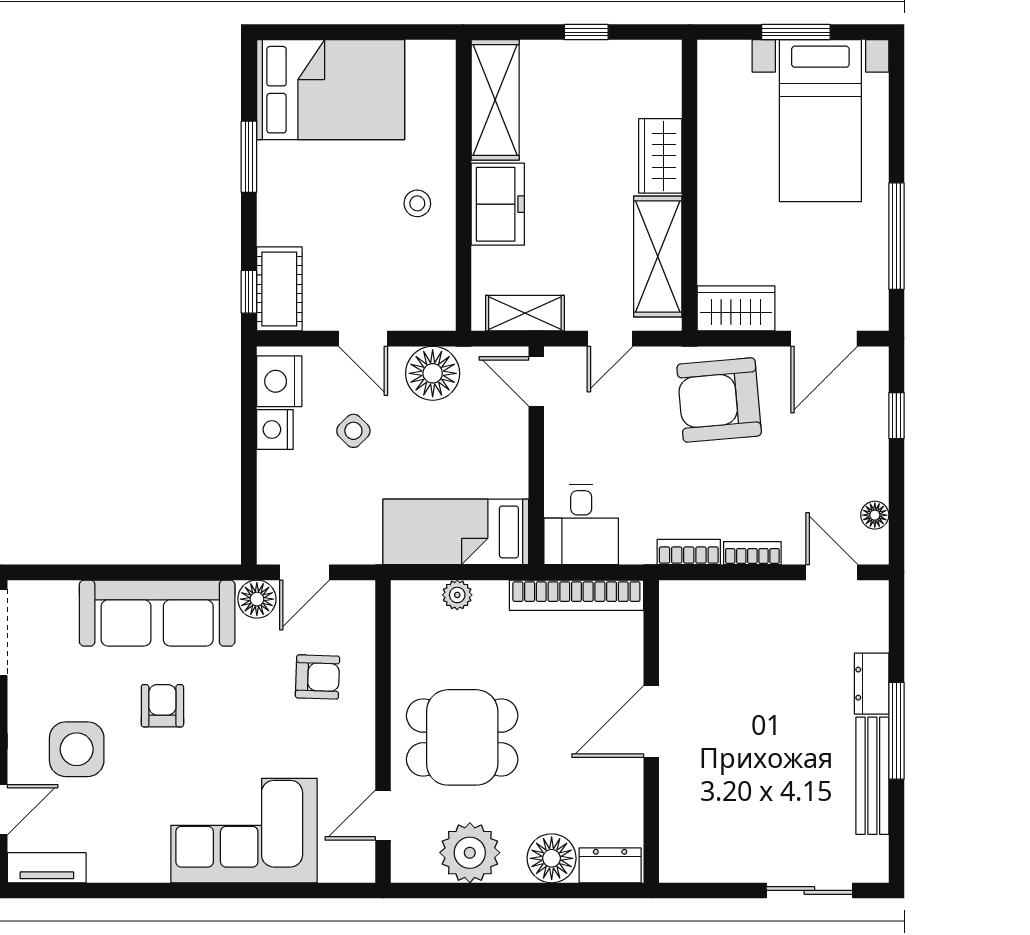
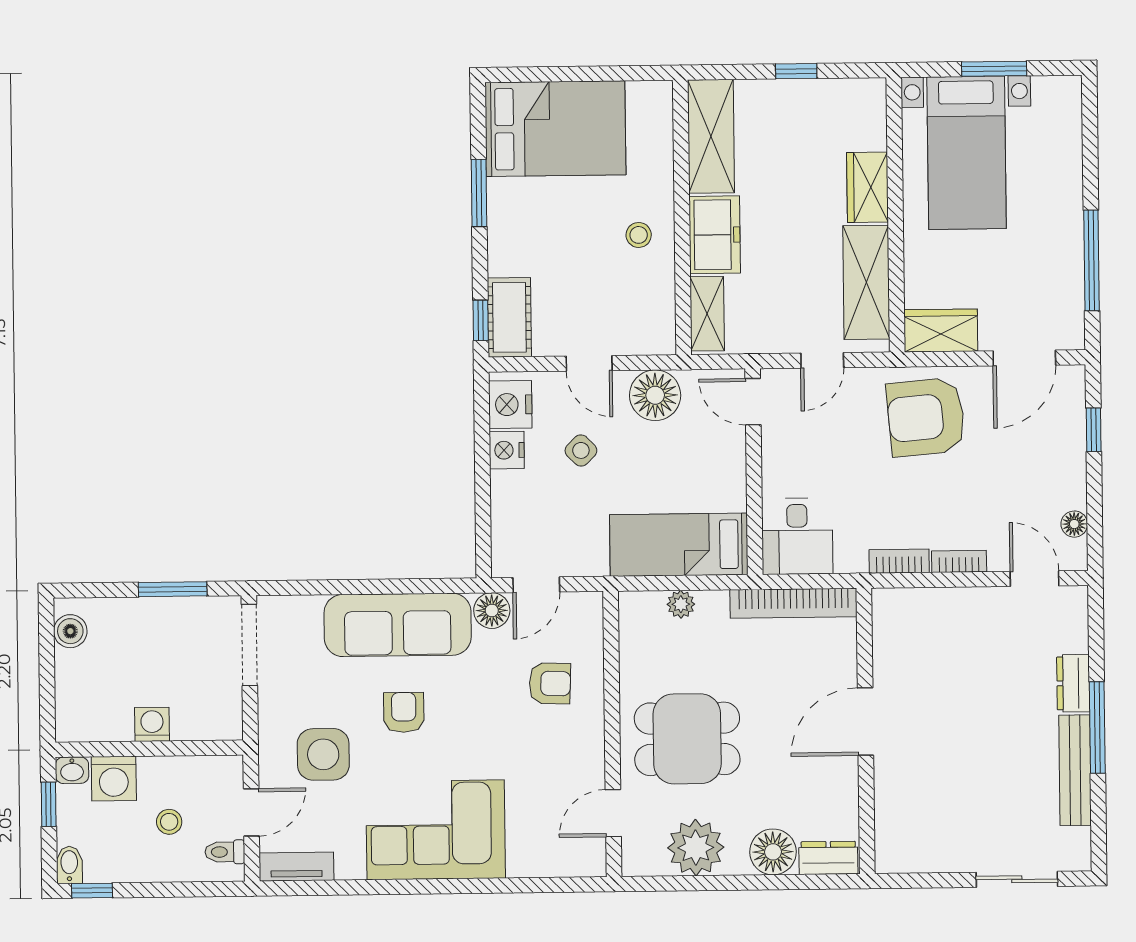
bed with nightstands: (820, 121) -> (967, 153), moved
shelving: (525, 313) -> (707, 314), moved, turned 90
corner sofa: (244, 831) -> (436, 830), moved

